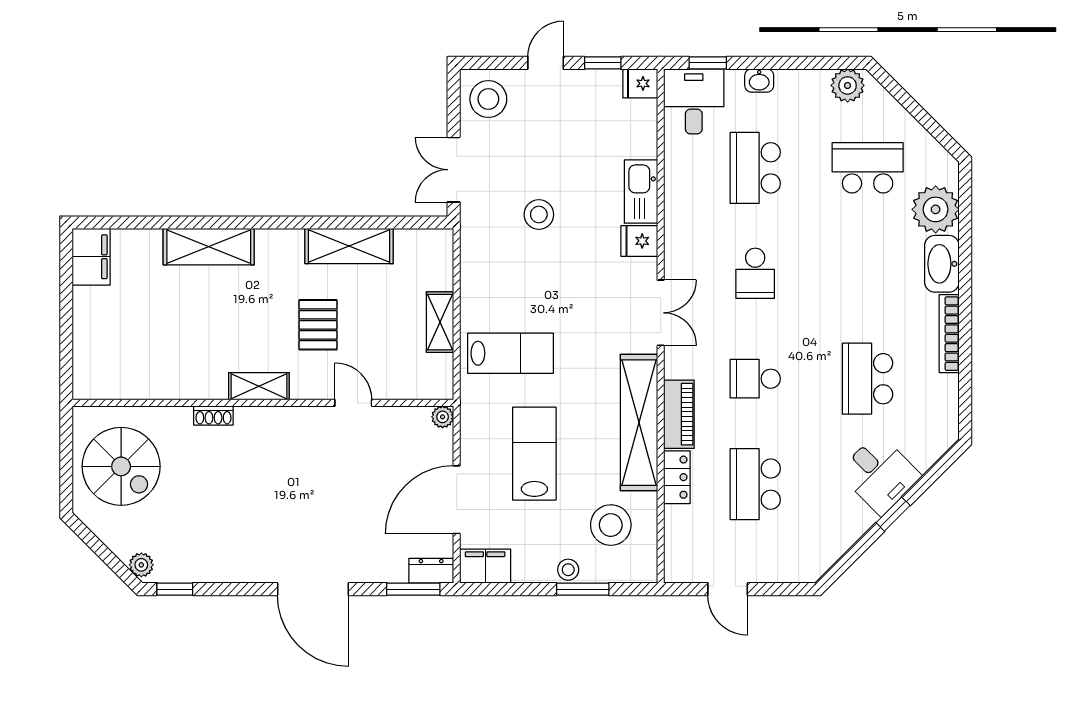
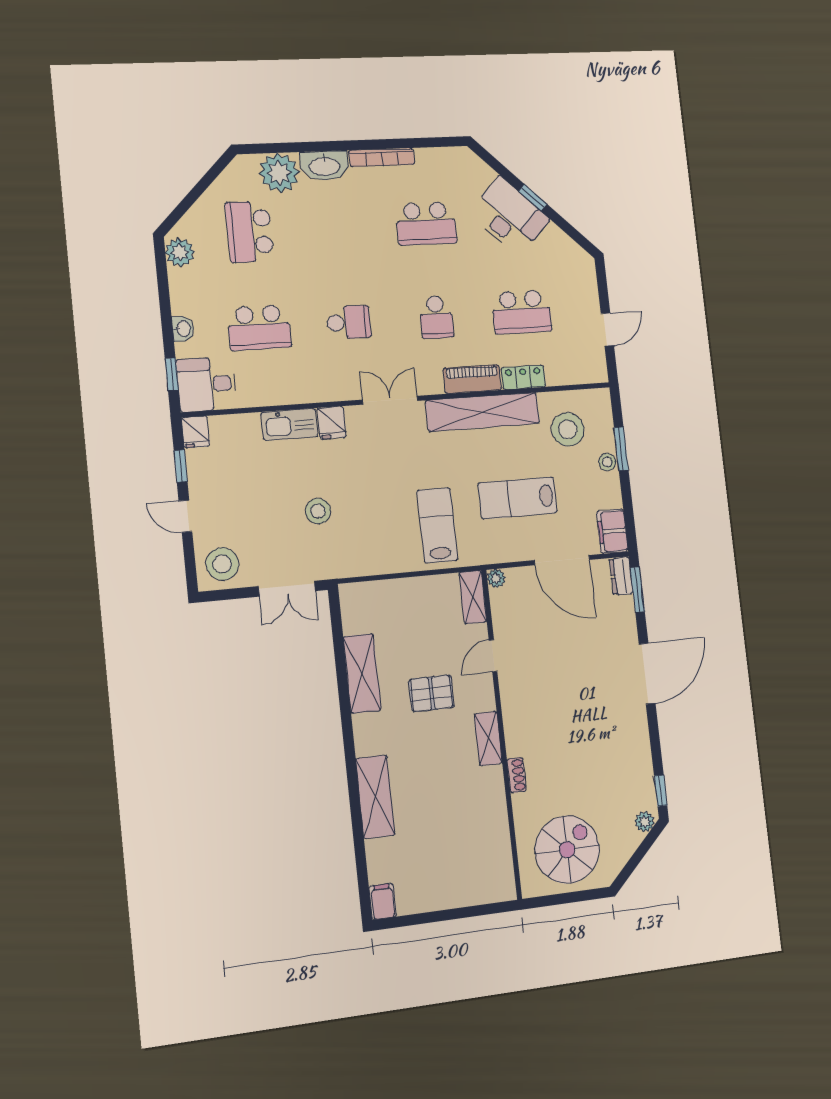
filing cabinet: (91, 257) -> (383, 901), width x0.50
shelving: (440, 322) -> (473, 597), moved, turned 90
desk: (880, 474) -> (509, 216), width x1.37

